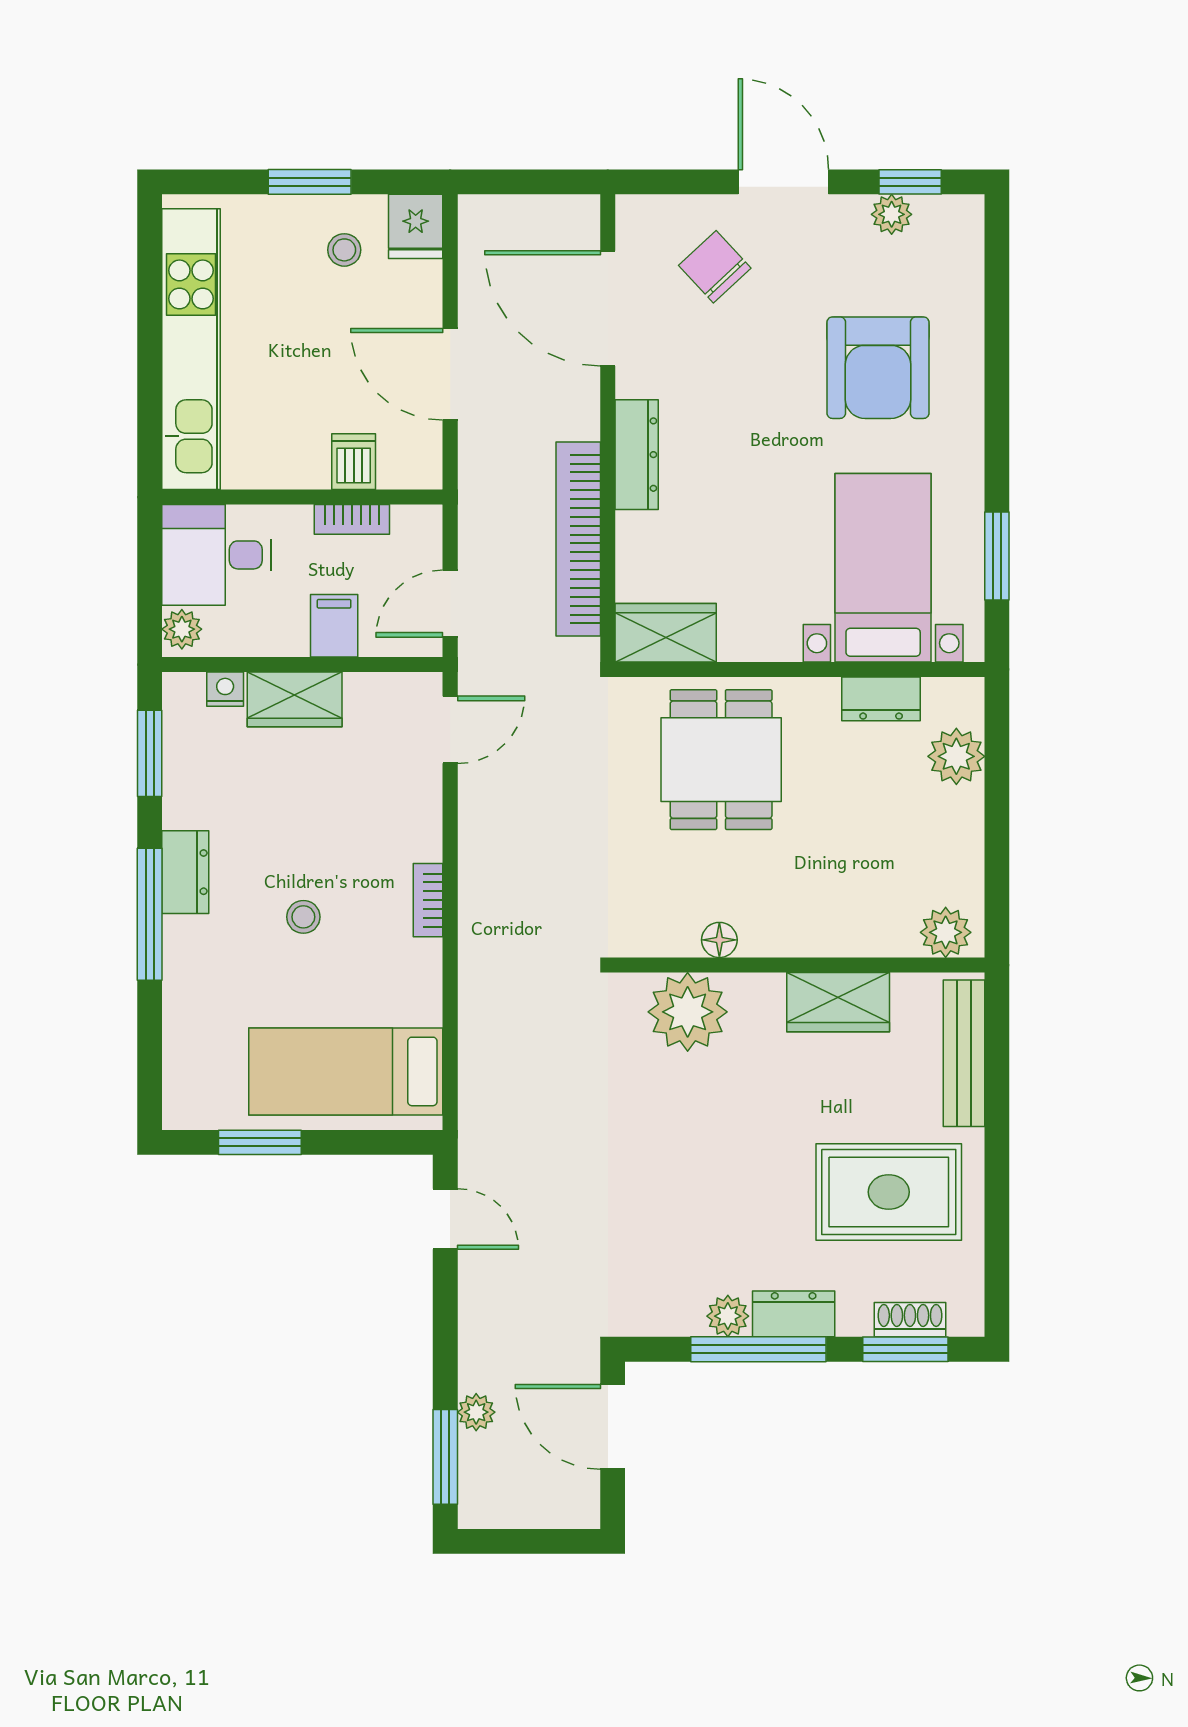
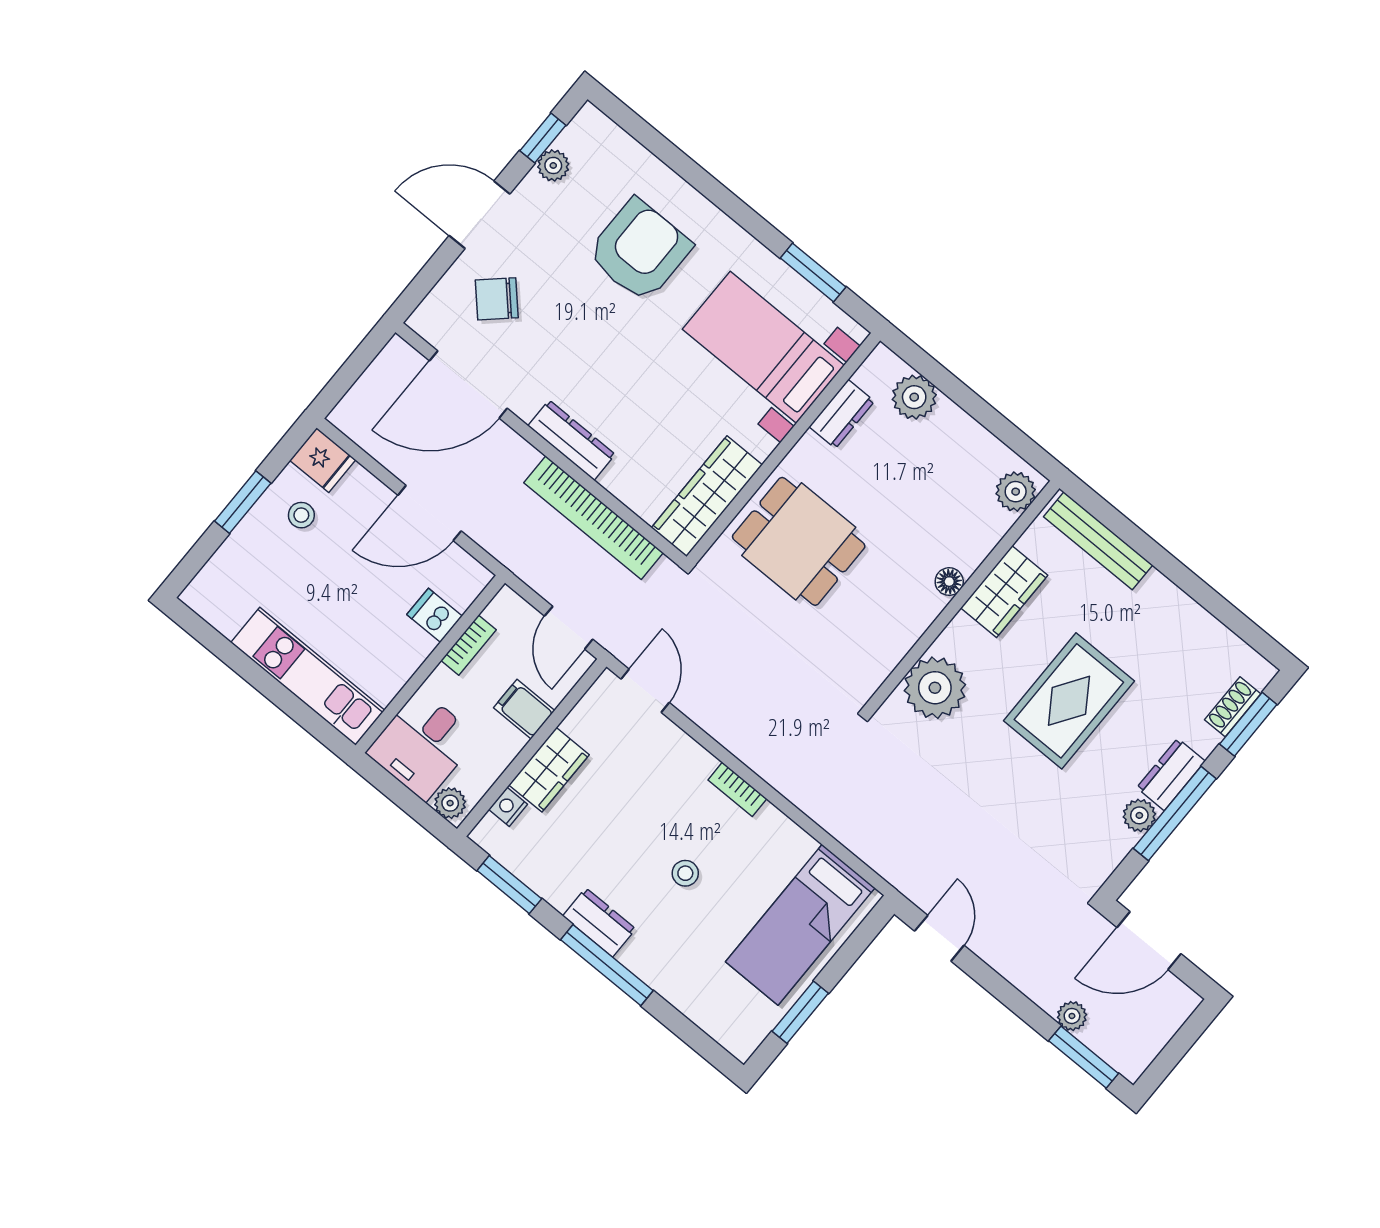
kitchen unit: (191, 349) -> (308, 676), width x0.73
armchair: (878, 368) -> (639, 250), turned -90
wardrobe: (666, 633) -> (707, 496), width x1.50
floor lamp: (719, 940) -> (949, 582), moved
rug: (889, 1192) -> (1069, 701), moved
door: (445, 1219) -> (939, 938), hinge flipped

